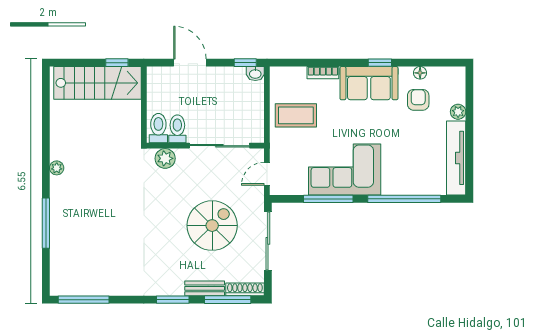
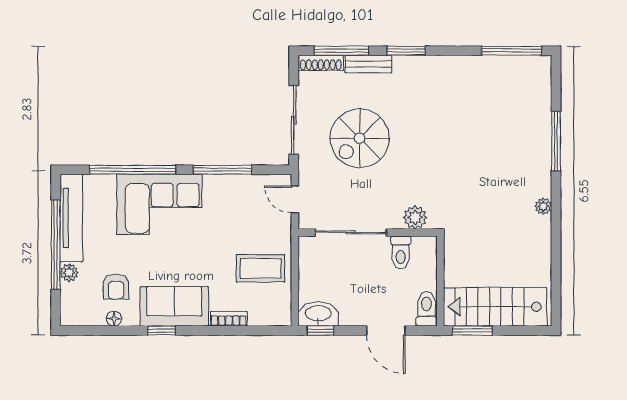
window: (117, 63) -> (472, 331), width x1.50
washbasin: (255, 74) -> (318, 314), width x1.91, depth x1.45
toilet: (158, 128) -> (426, 309), moved, turned 180
window: (469, 135) -> (56, 245), added
corner sofa: (345, 169) -> (159, 204), moved
door: (267, 174) -> (295, 199), swing flipped

